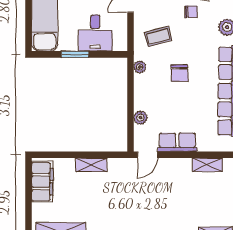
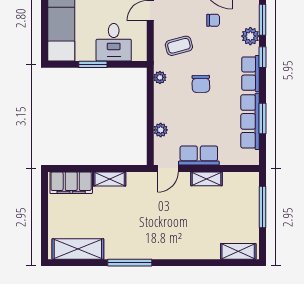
shelving: (207, 165) -> (206, 179), moved
filing cabinet: (42, 182) -> (71, 183), moved, turned 90

